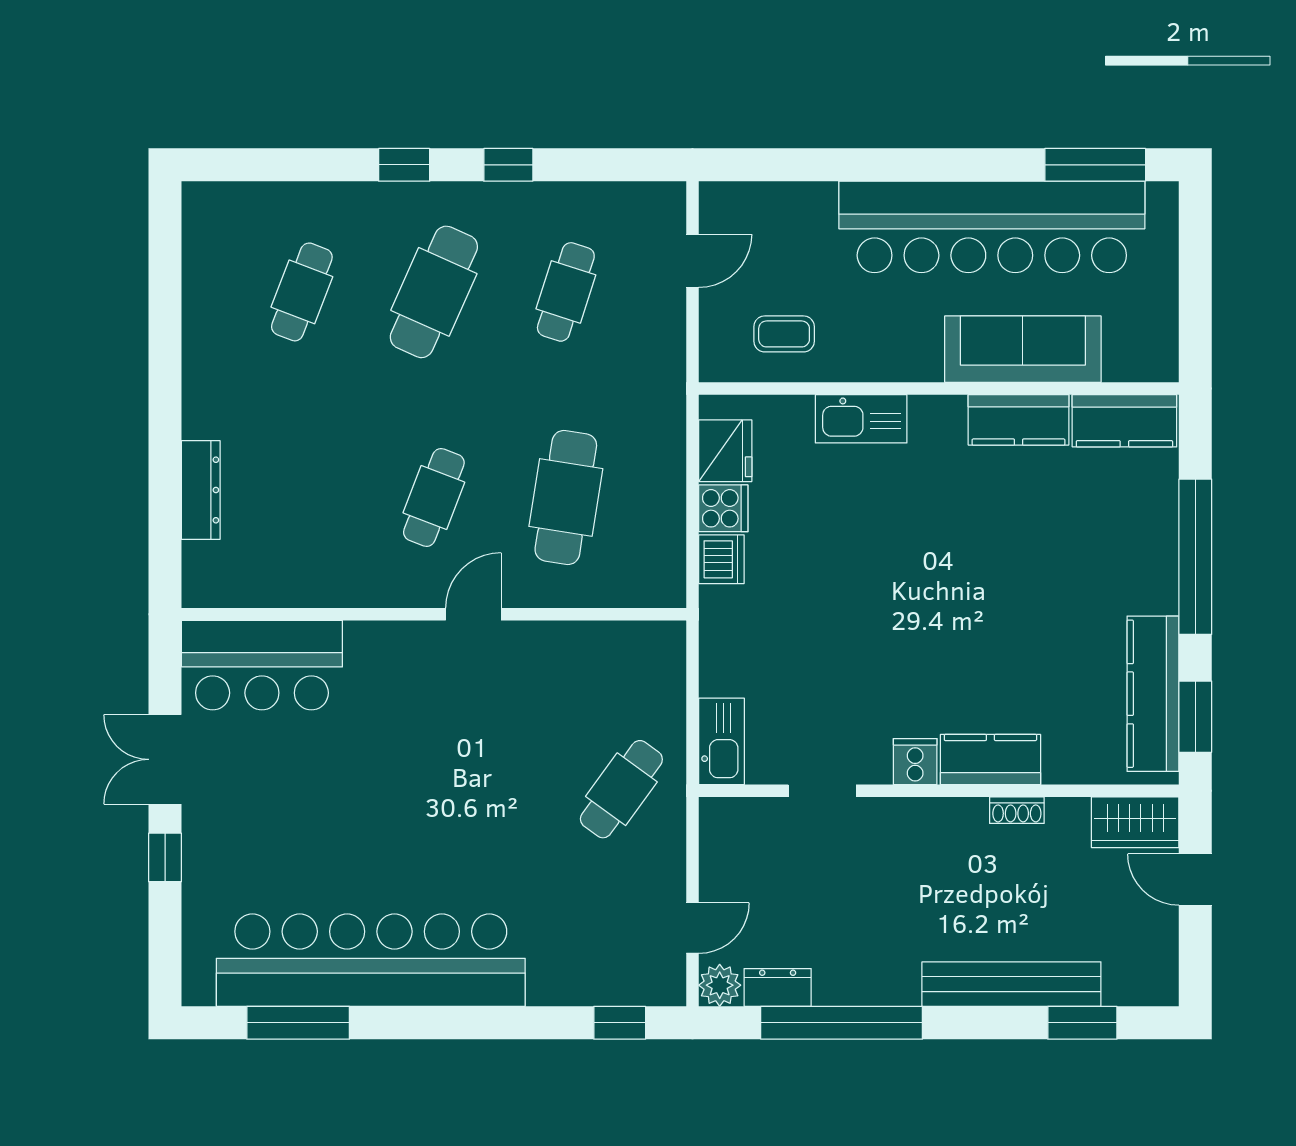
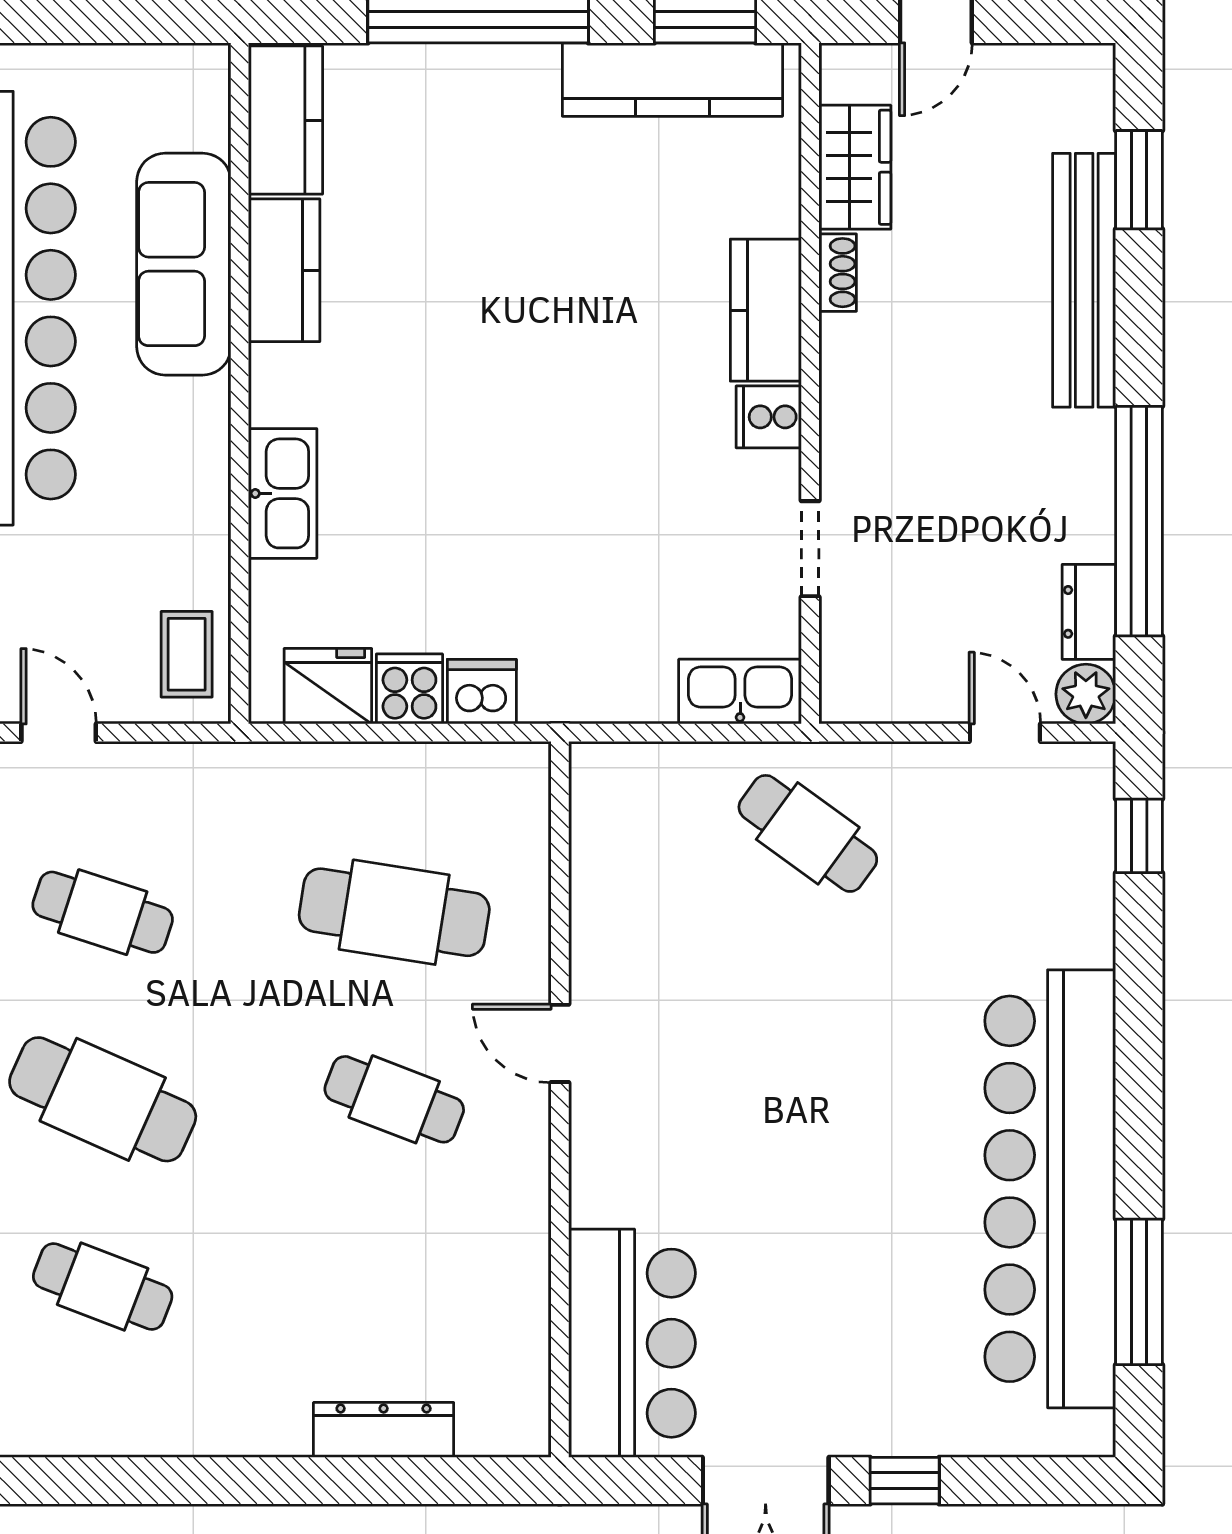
coffee table: (784, 334) -> (187, 654), moved
wardrobe: (1135, 822) -> (855, 167), moved

